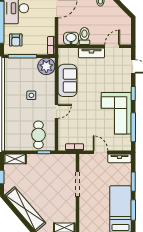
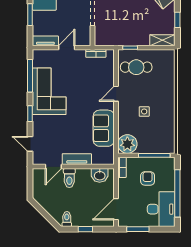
toilet: (84, 36) -> (69, 178), moved
armchair: (16, 40) -> (148, 178), moved
cafe table: (38, 135) -> (136, 67), turned 90
door: (101, 152) -> (67, 48), swing flipped

